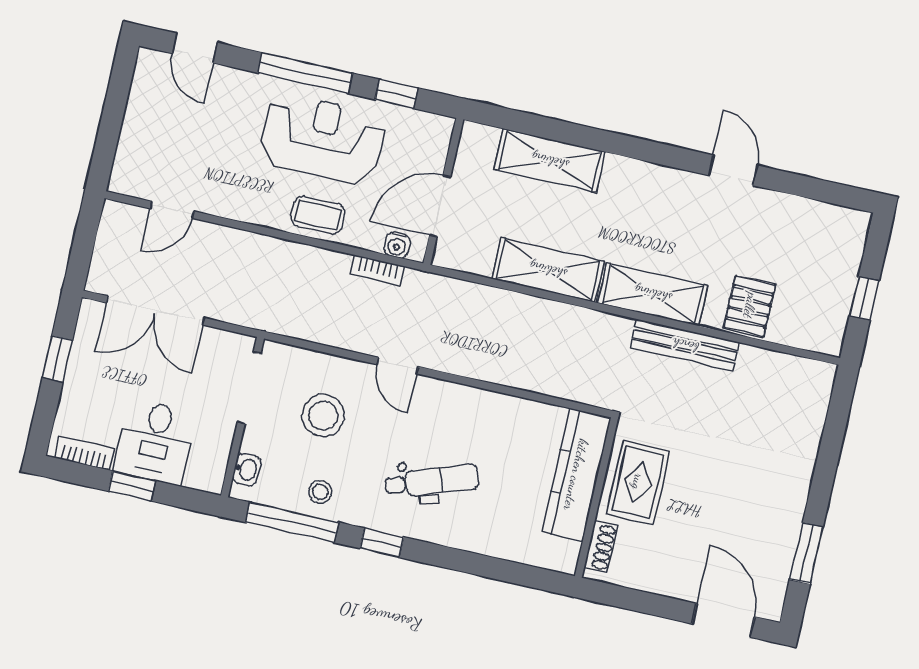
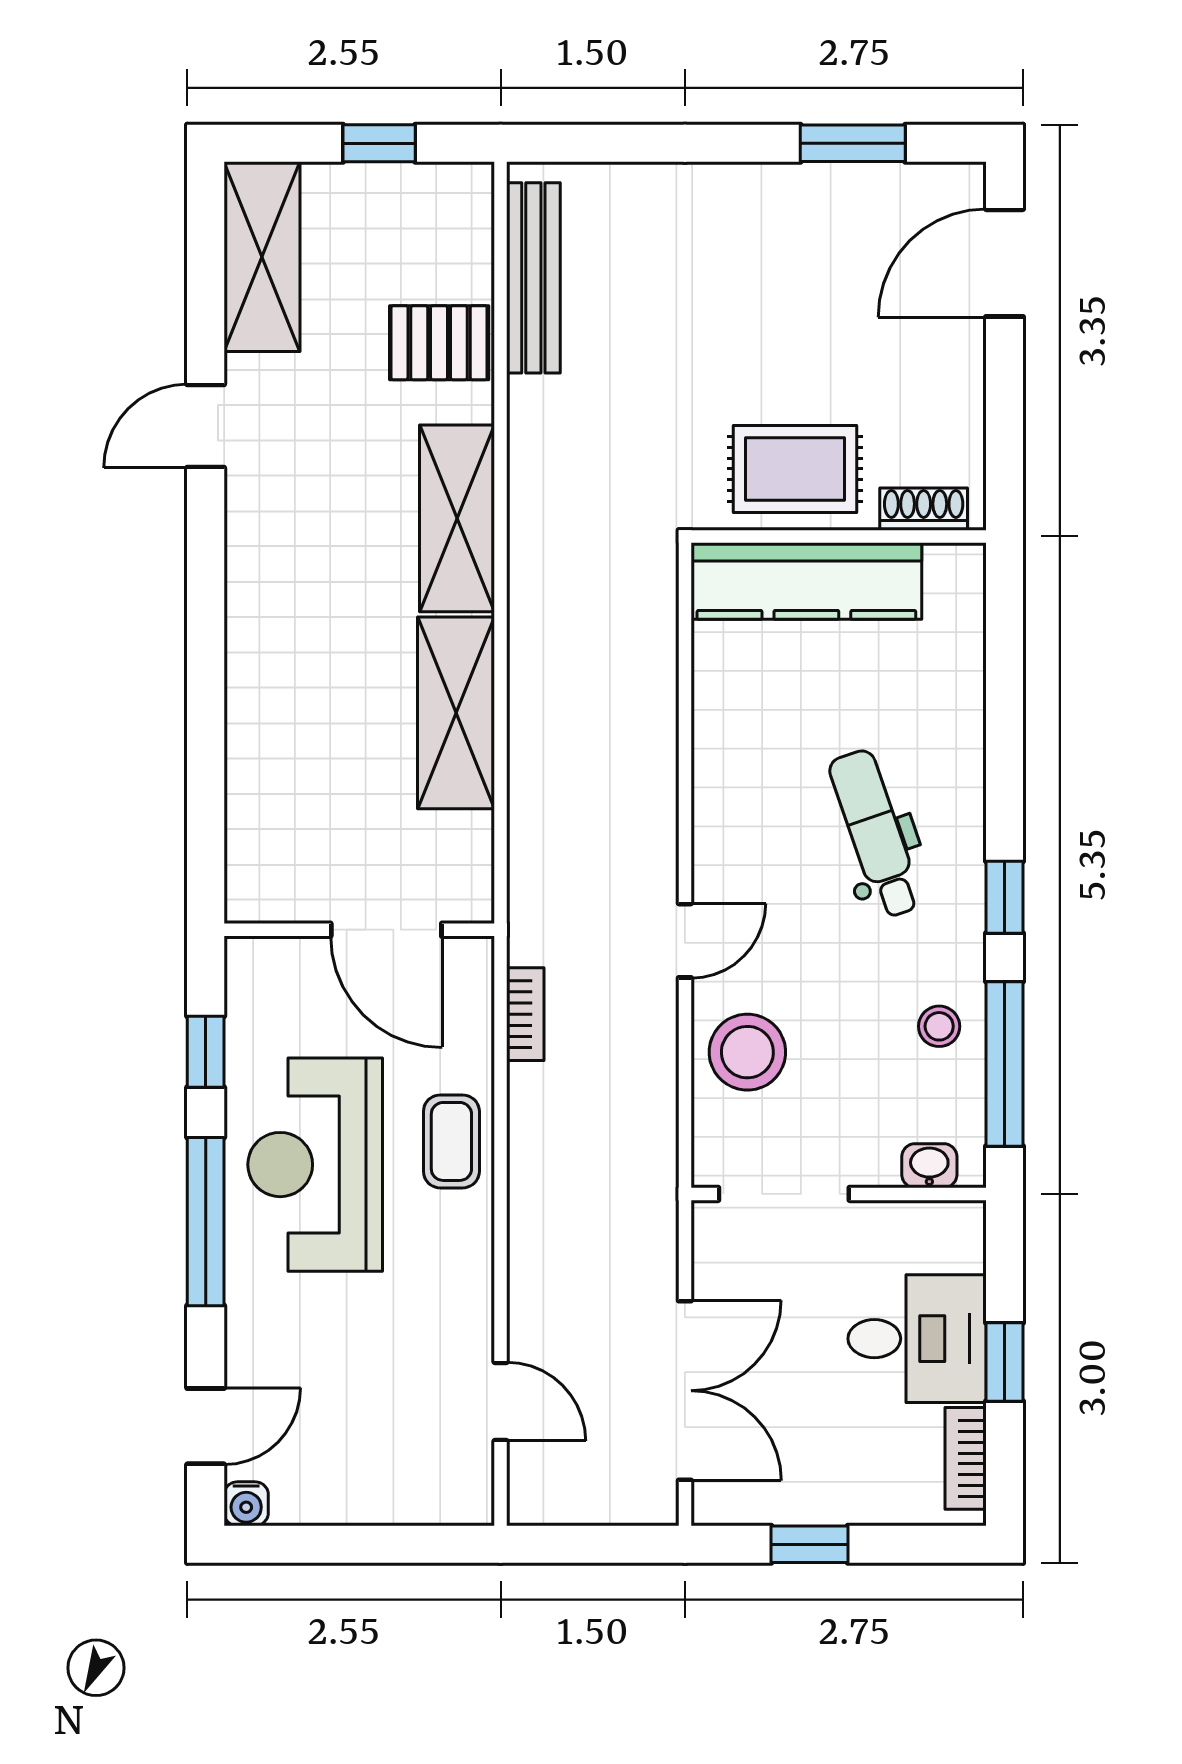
shelving: (550, 161) -> (262, 257), moved
water cooler: (397, 245) -> (246, 1504), moved, turned 90
bench: (685, 345) -> (533, 278), moved
stool: (323, 416) -> (747, 1052), moved

